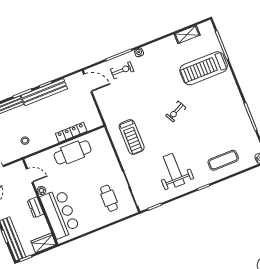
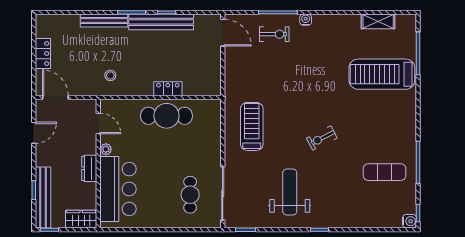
exercise bike: (176, 112) -> (322, 138), moved
locker: (71, 132) -> (168, 89), width x0.66
treadmill: (132, 137) -> (252, 126), turned 180
exercise mat: (223, 160) -> (384, 172), moved

